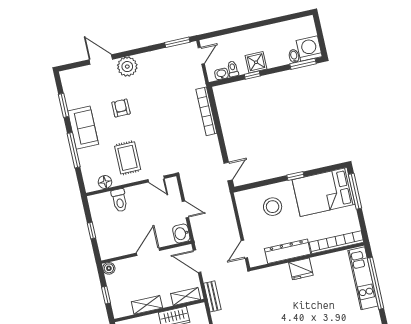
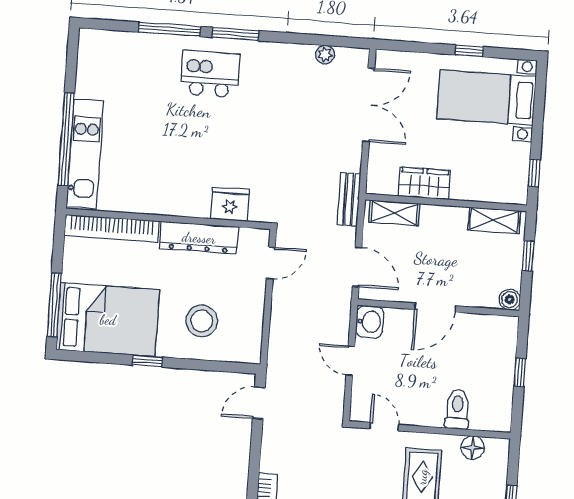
fridge: (301, 269) -> (230, 204), moved
shelving: (147, 305) -> (494, 220), moved

